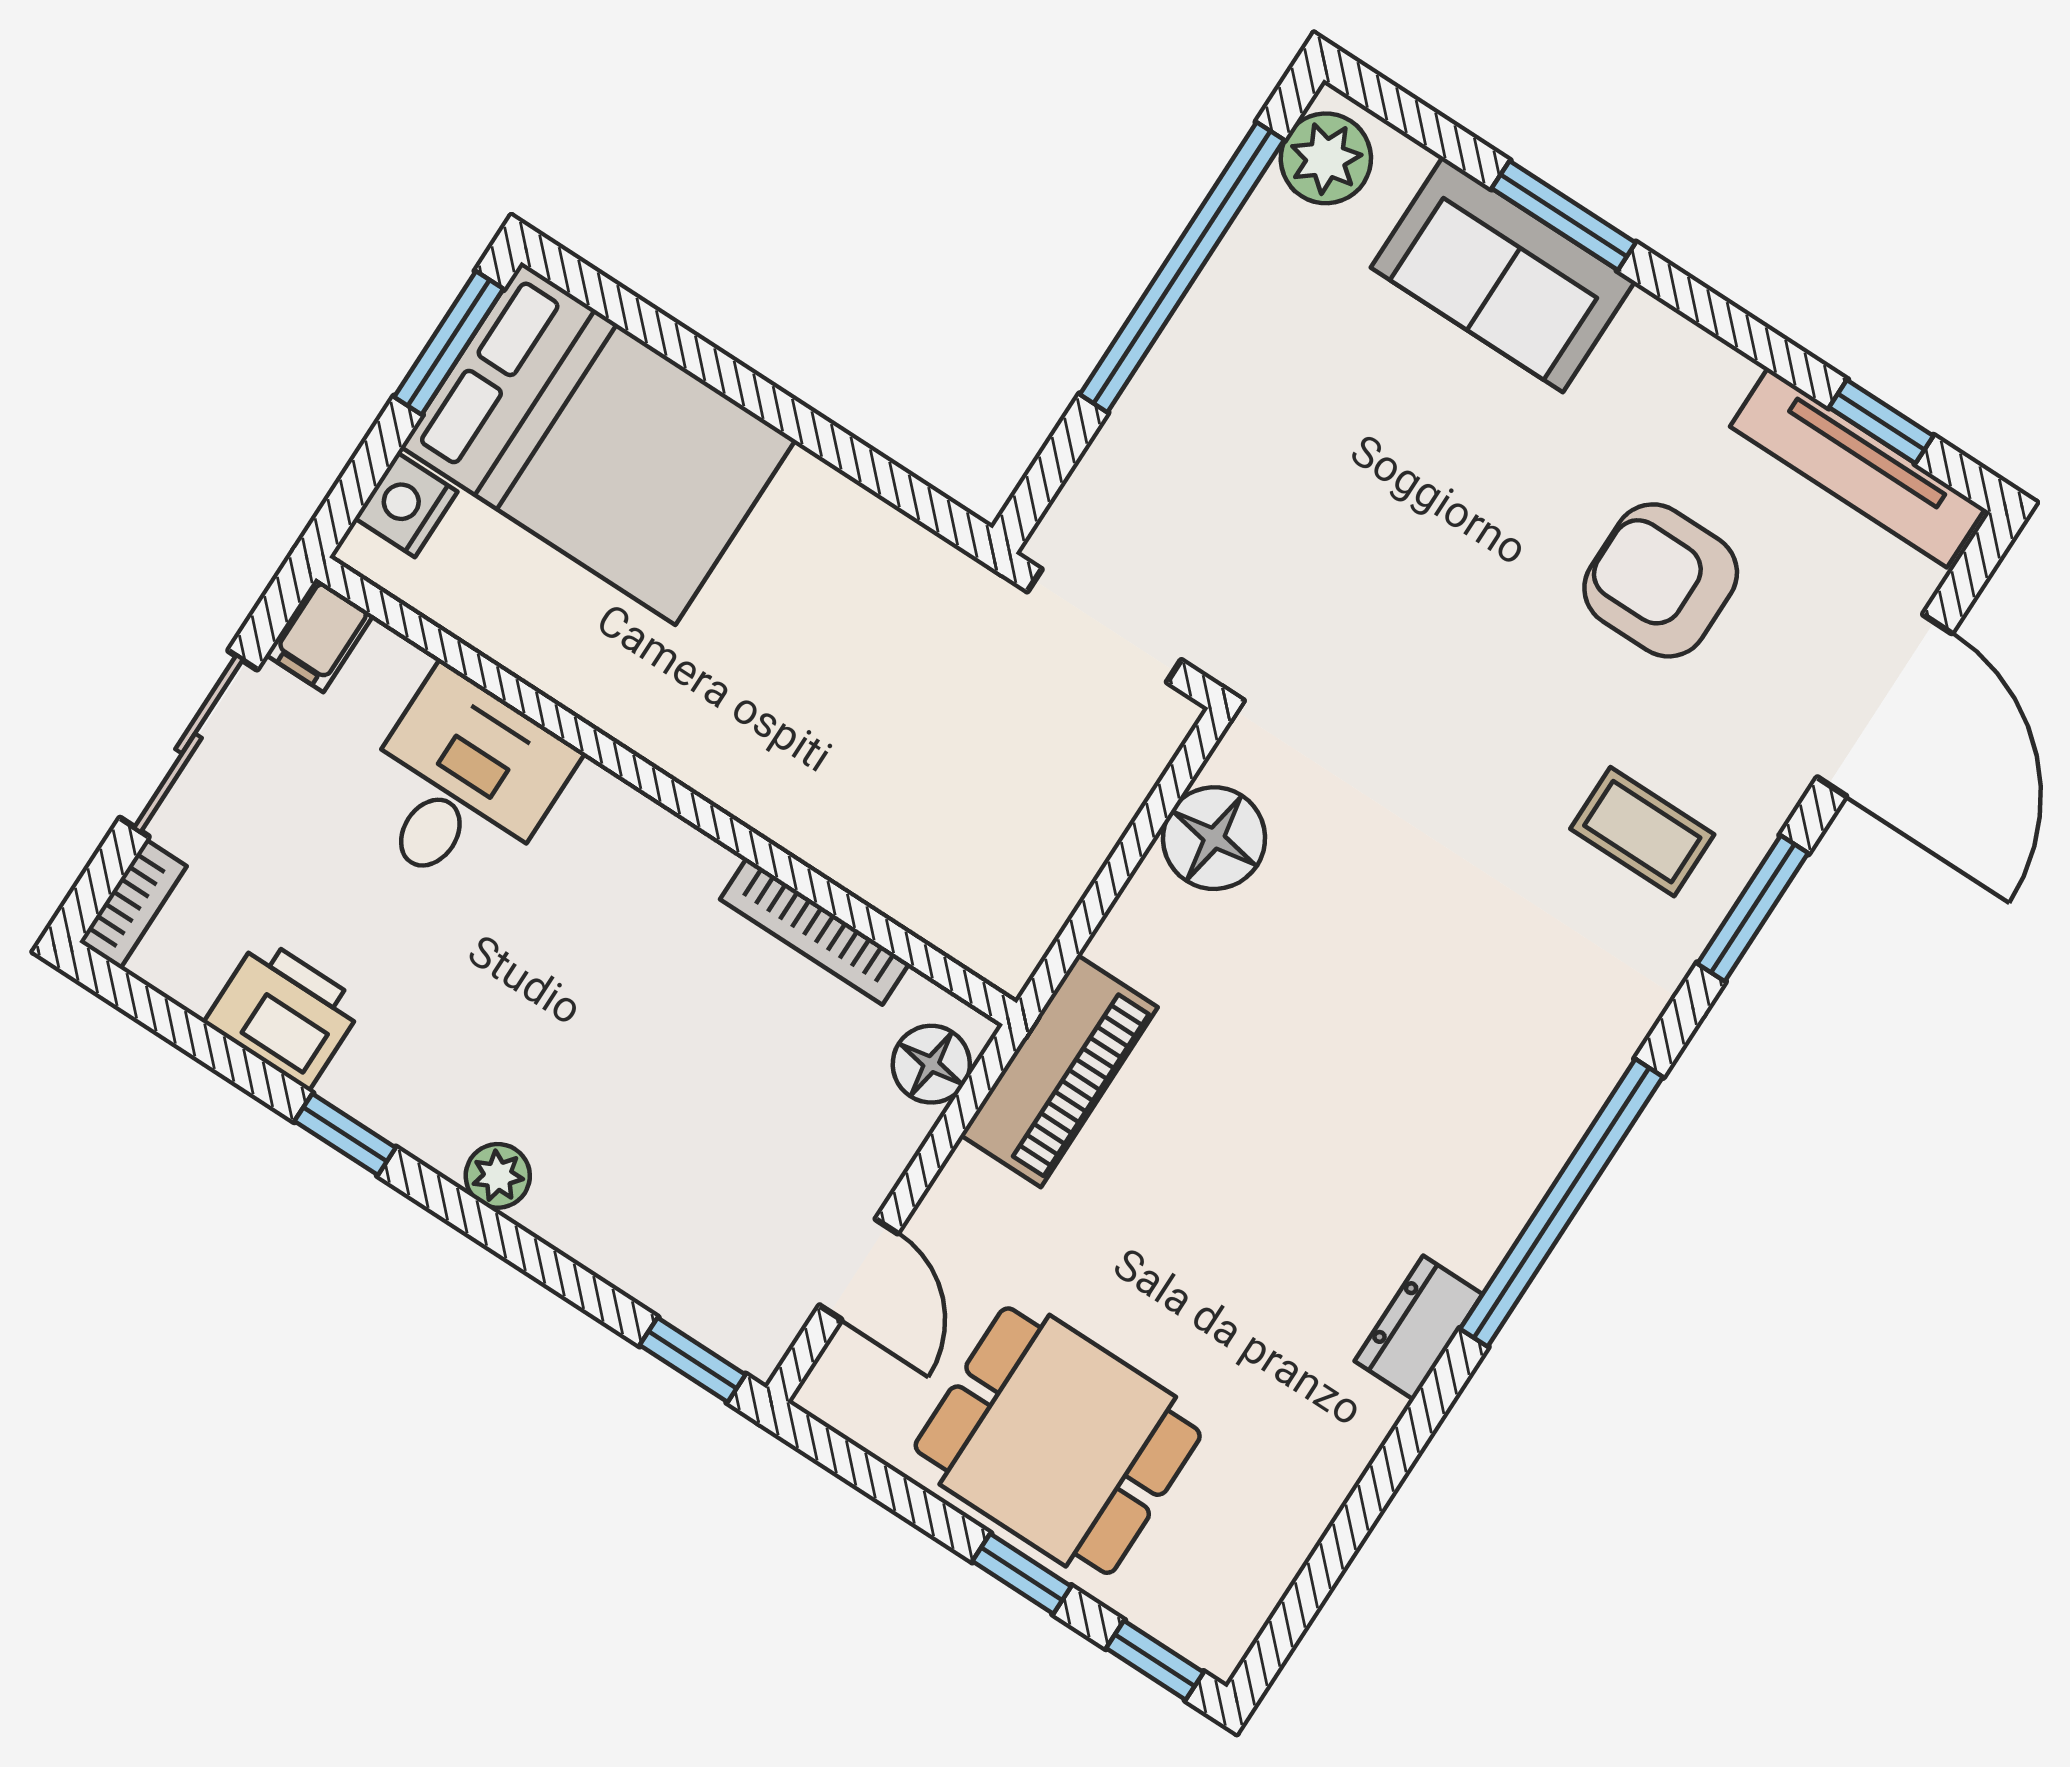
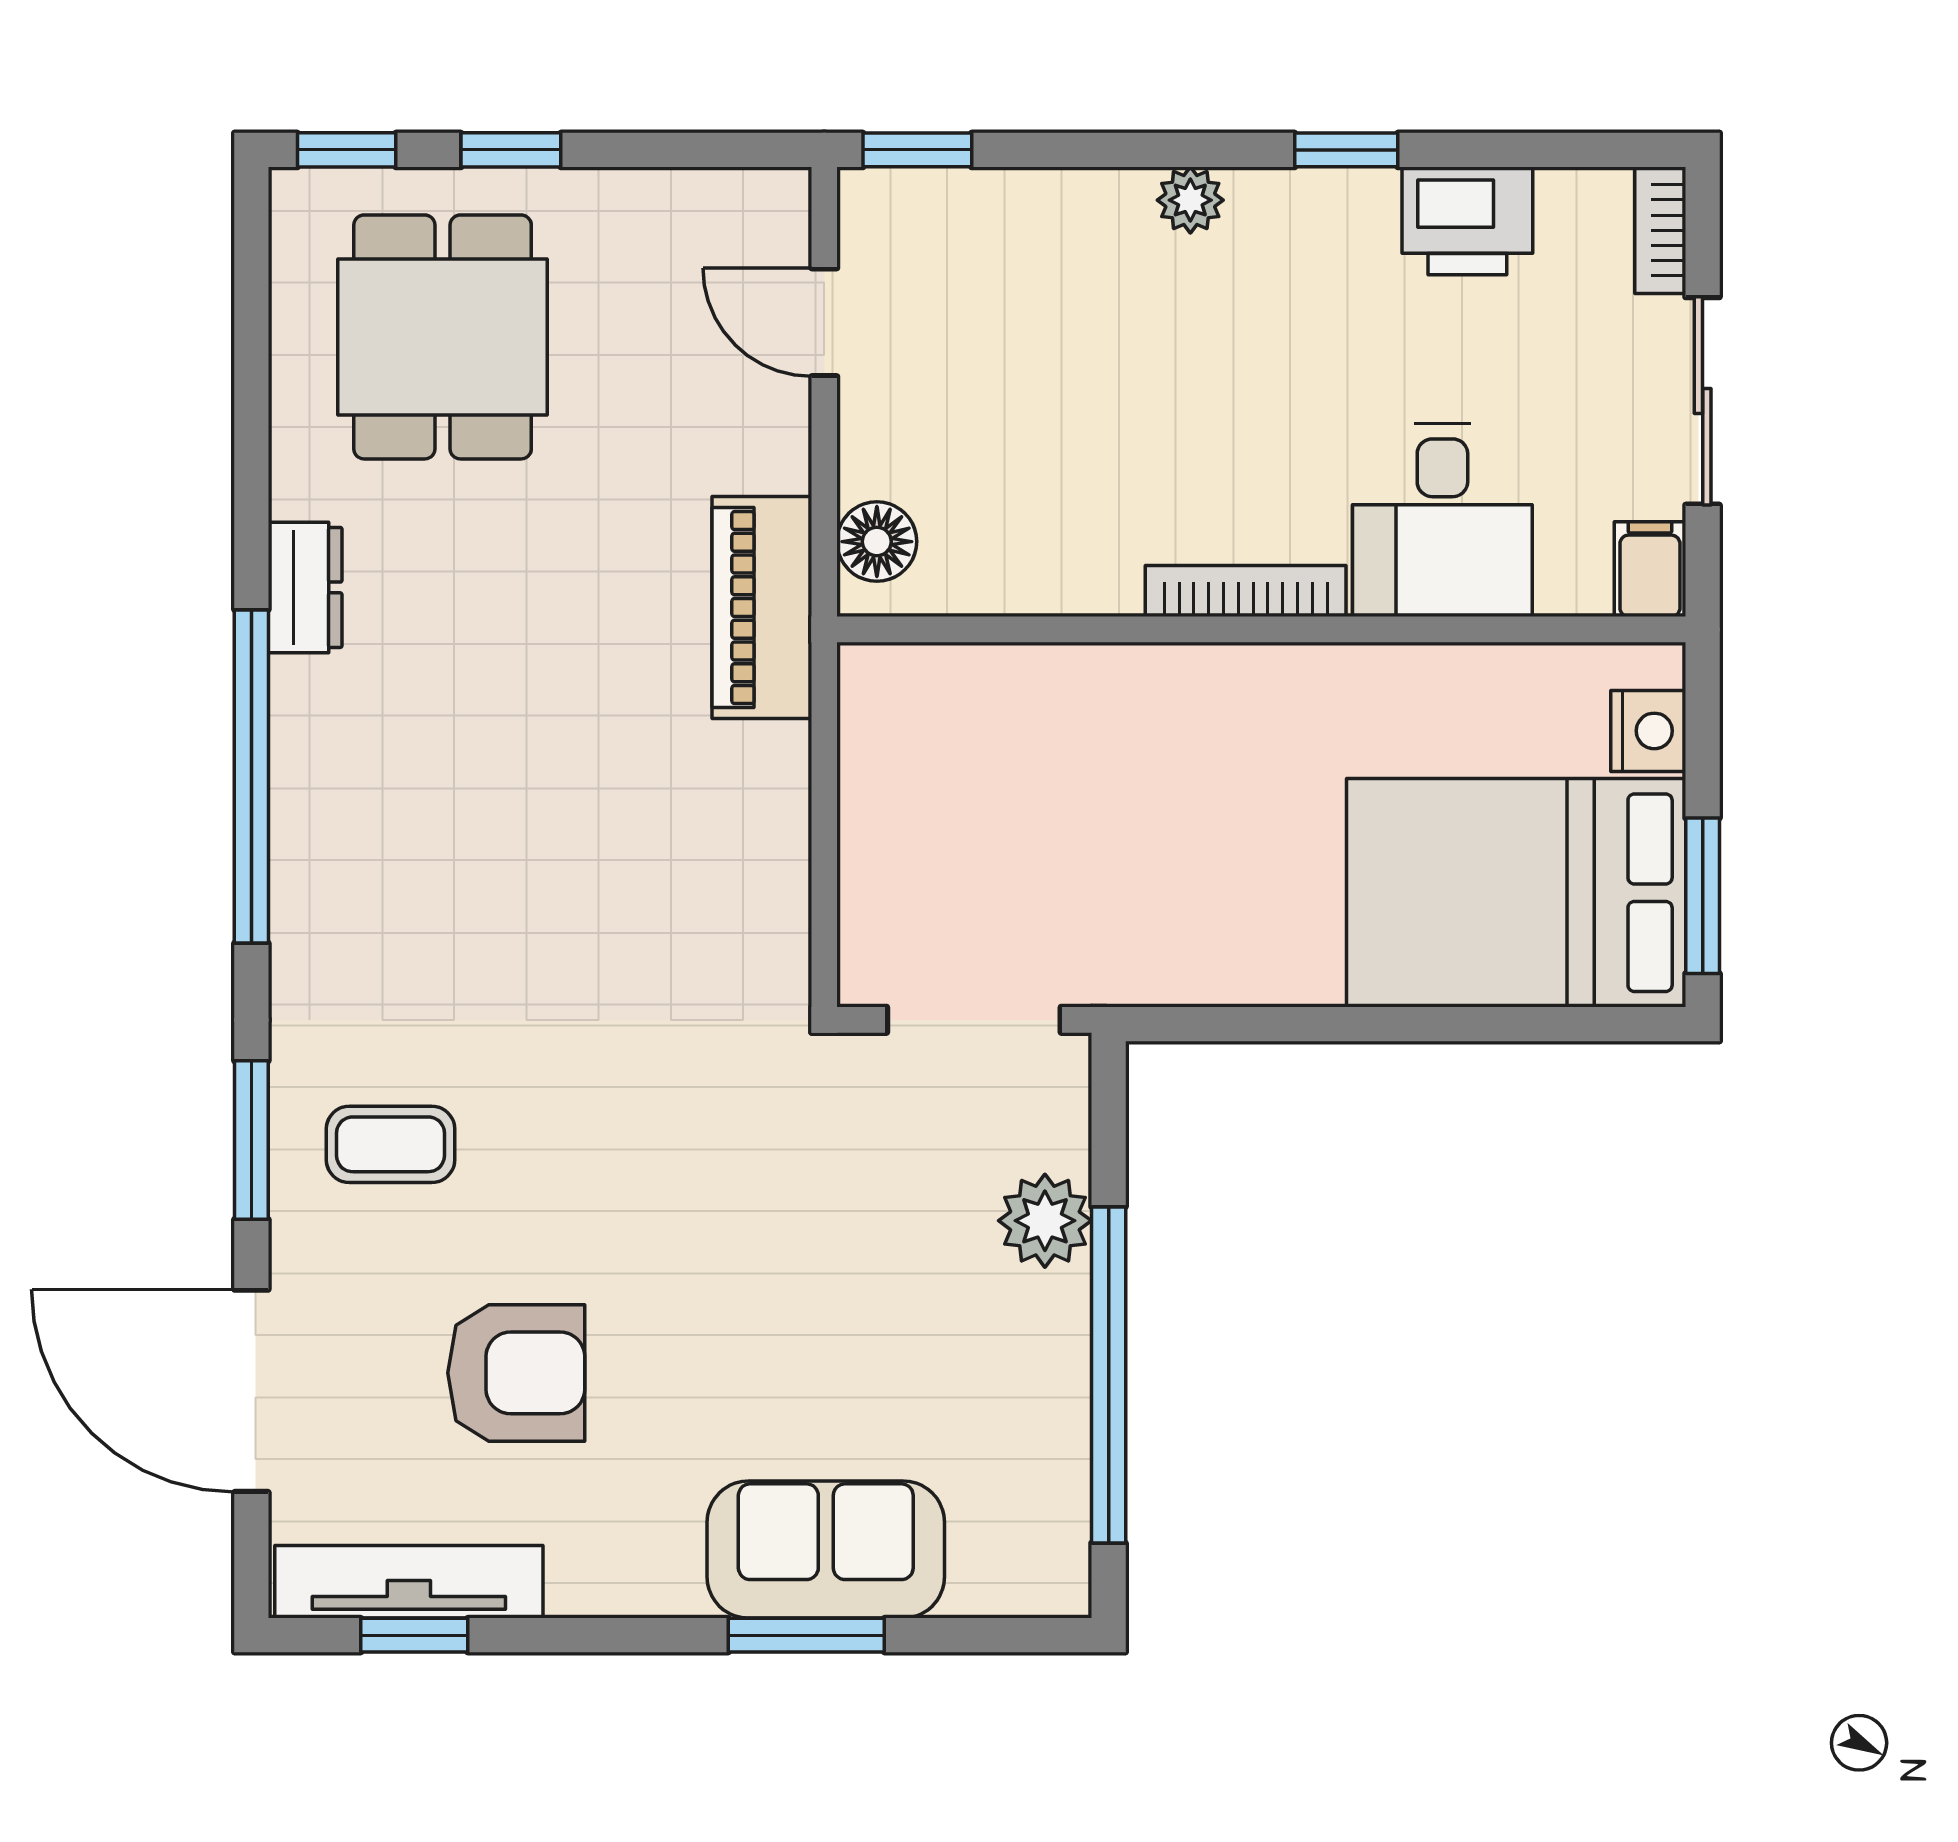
plant: (1326, 158) -> (1045, 1221), moved
floor lamp: (1214, 838) -> (759, 897), removed
bookcase: (815, 931) -> (1246, 591), moved
dining table: (1058, 1441) -> (443, 337), moved, turned 90

